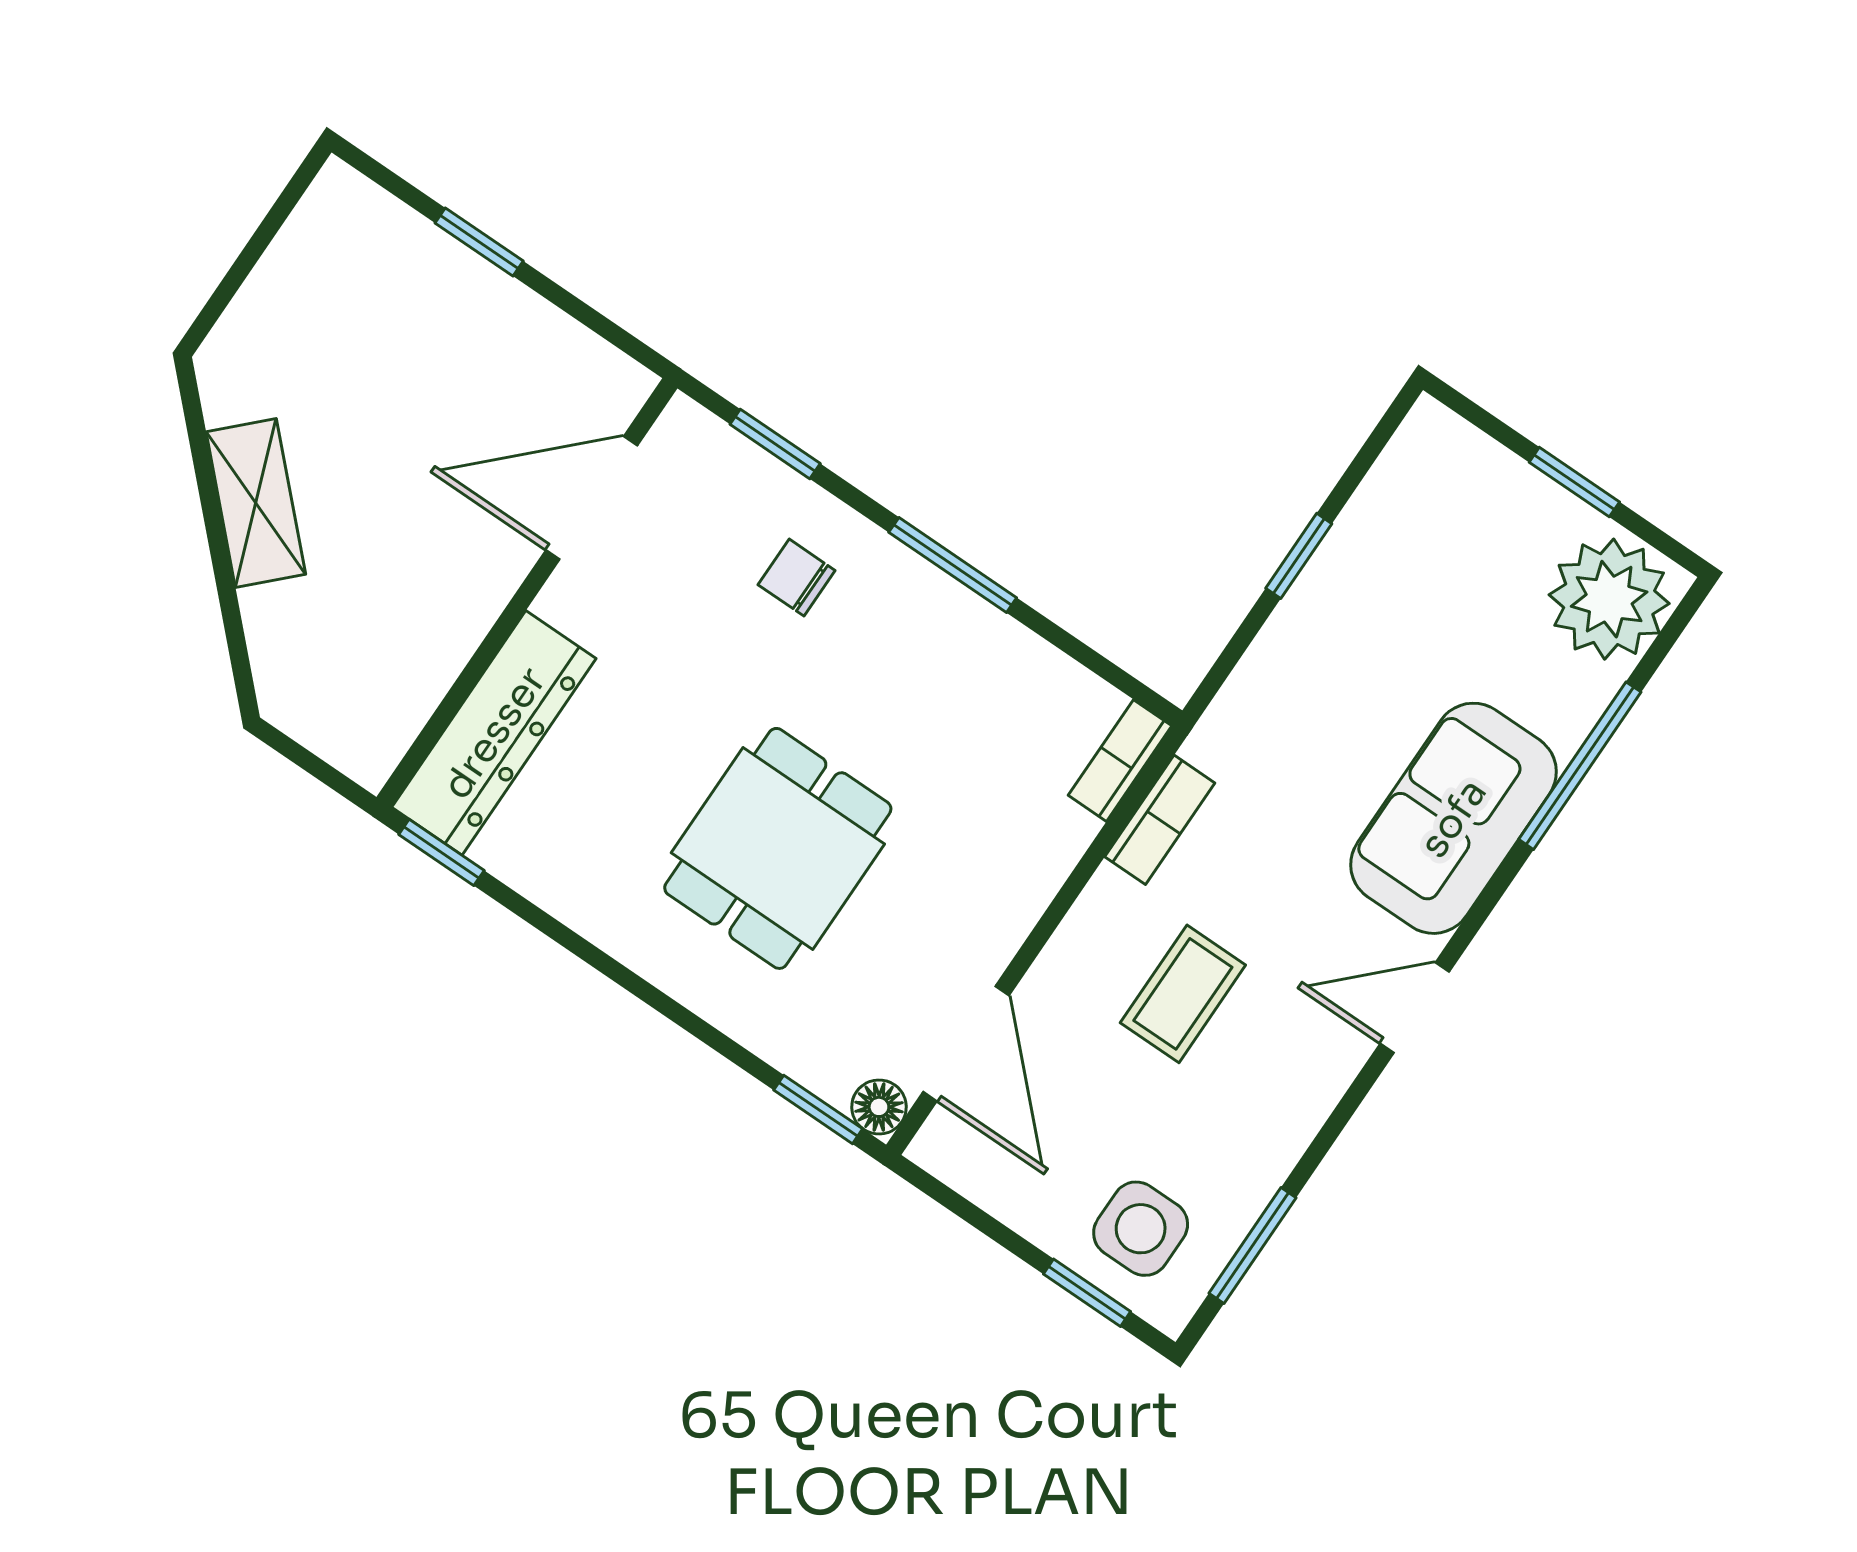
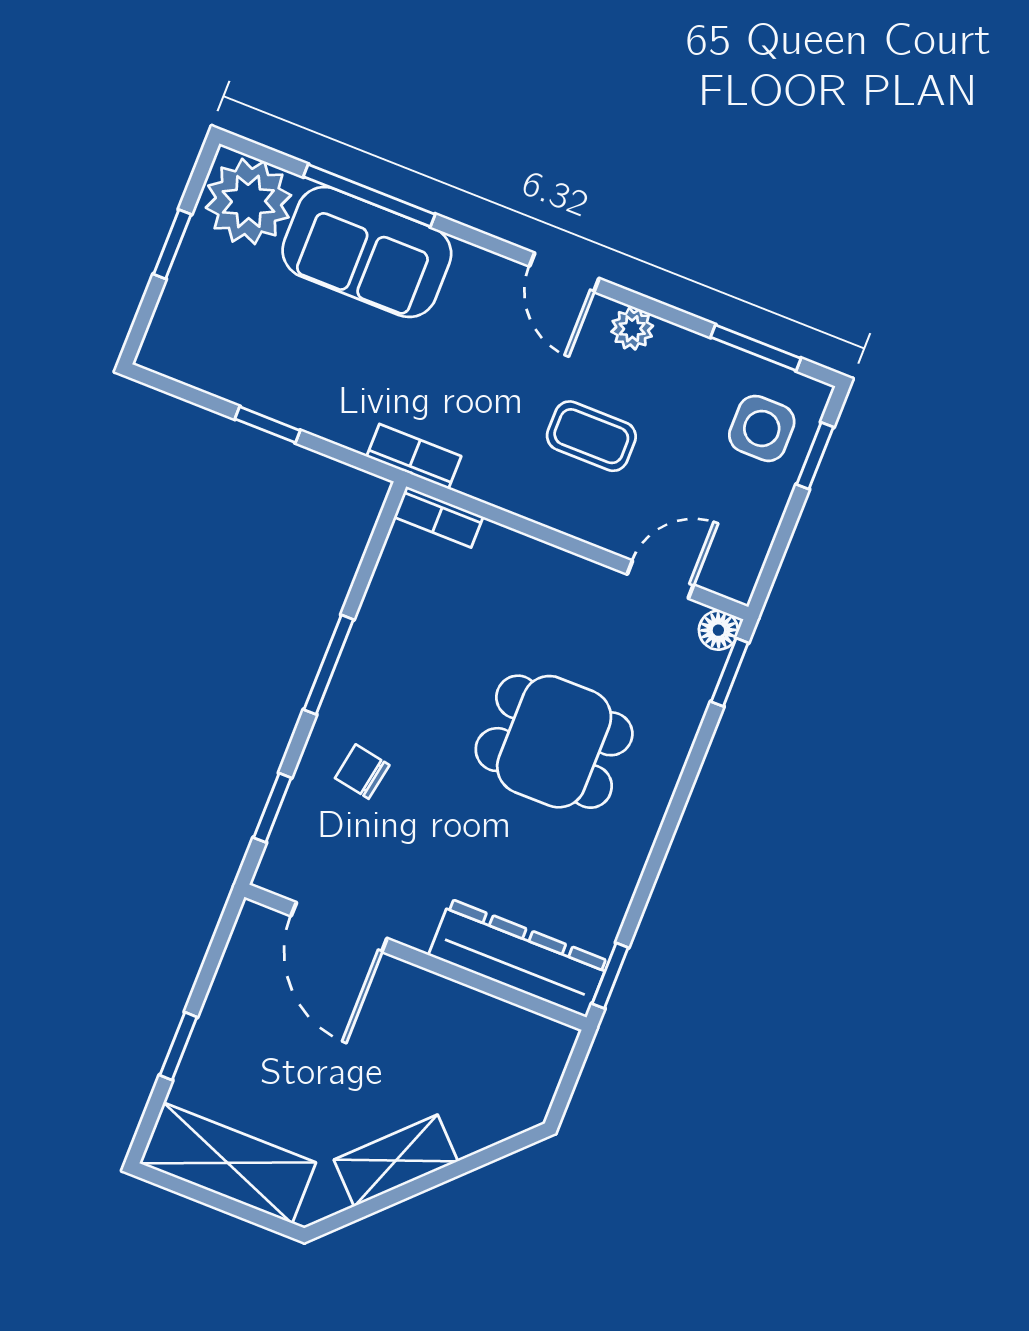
shelving: (305, 273) -> (228, 1163), added
chair: (797, 578) -> (362, 772), turned 100
sofa: (1453, 818) -> (367, 252), moved
bookcase: (1160, 820) -> (414, 456), moved
door: (966, 1044) -> (660, 579), width x0.73
plant: (1317, 1083) -> (632, 329), added

